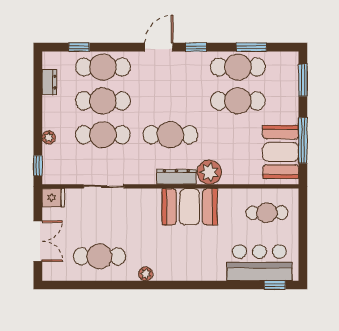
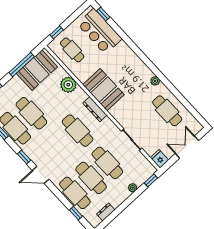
plant: (209, 172) -> (68, 85), moved
window: (303, 213) -> (57, 32), added

